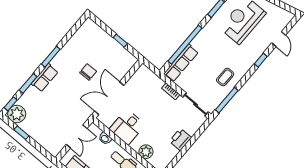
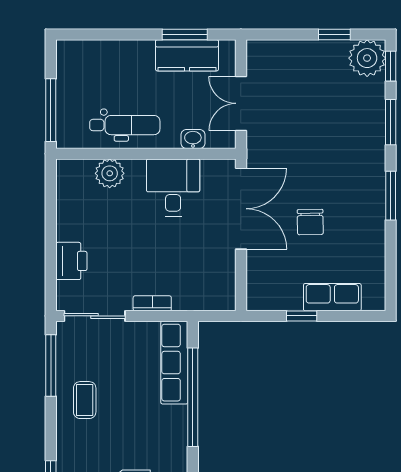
row of seats: (45, 78) -> (332, 297), moved, turned 90
printer: (180, 139) -> (71, 261), moved

